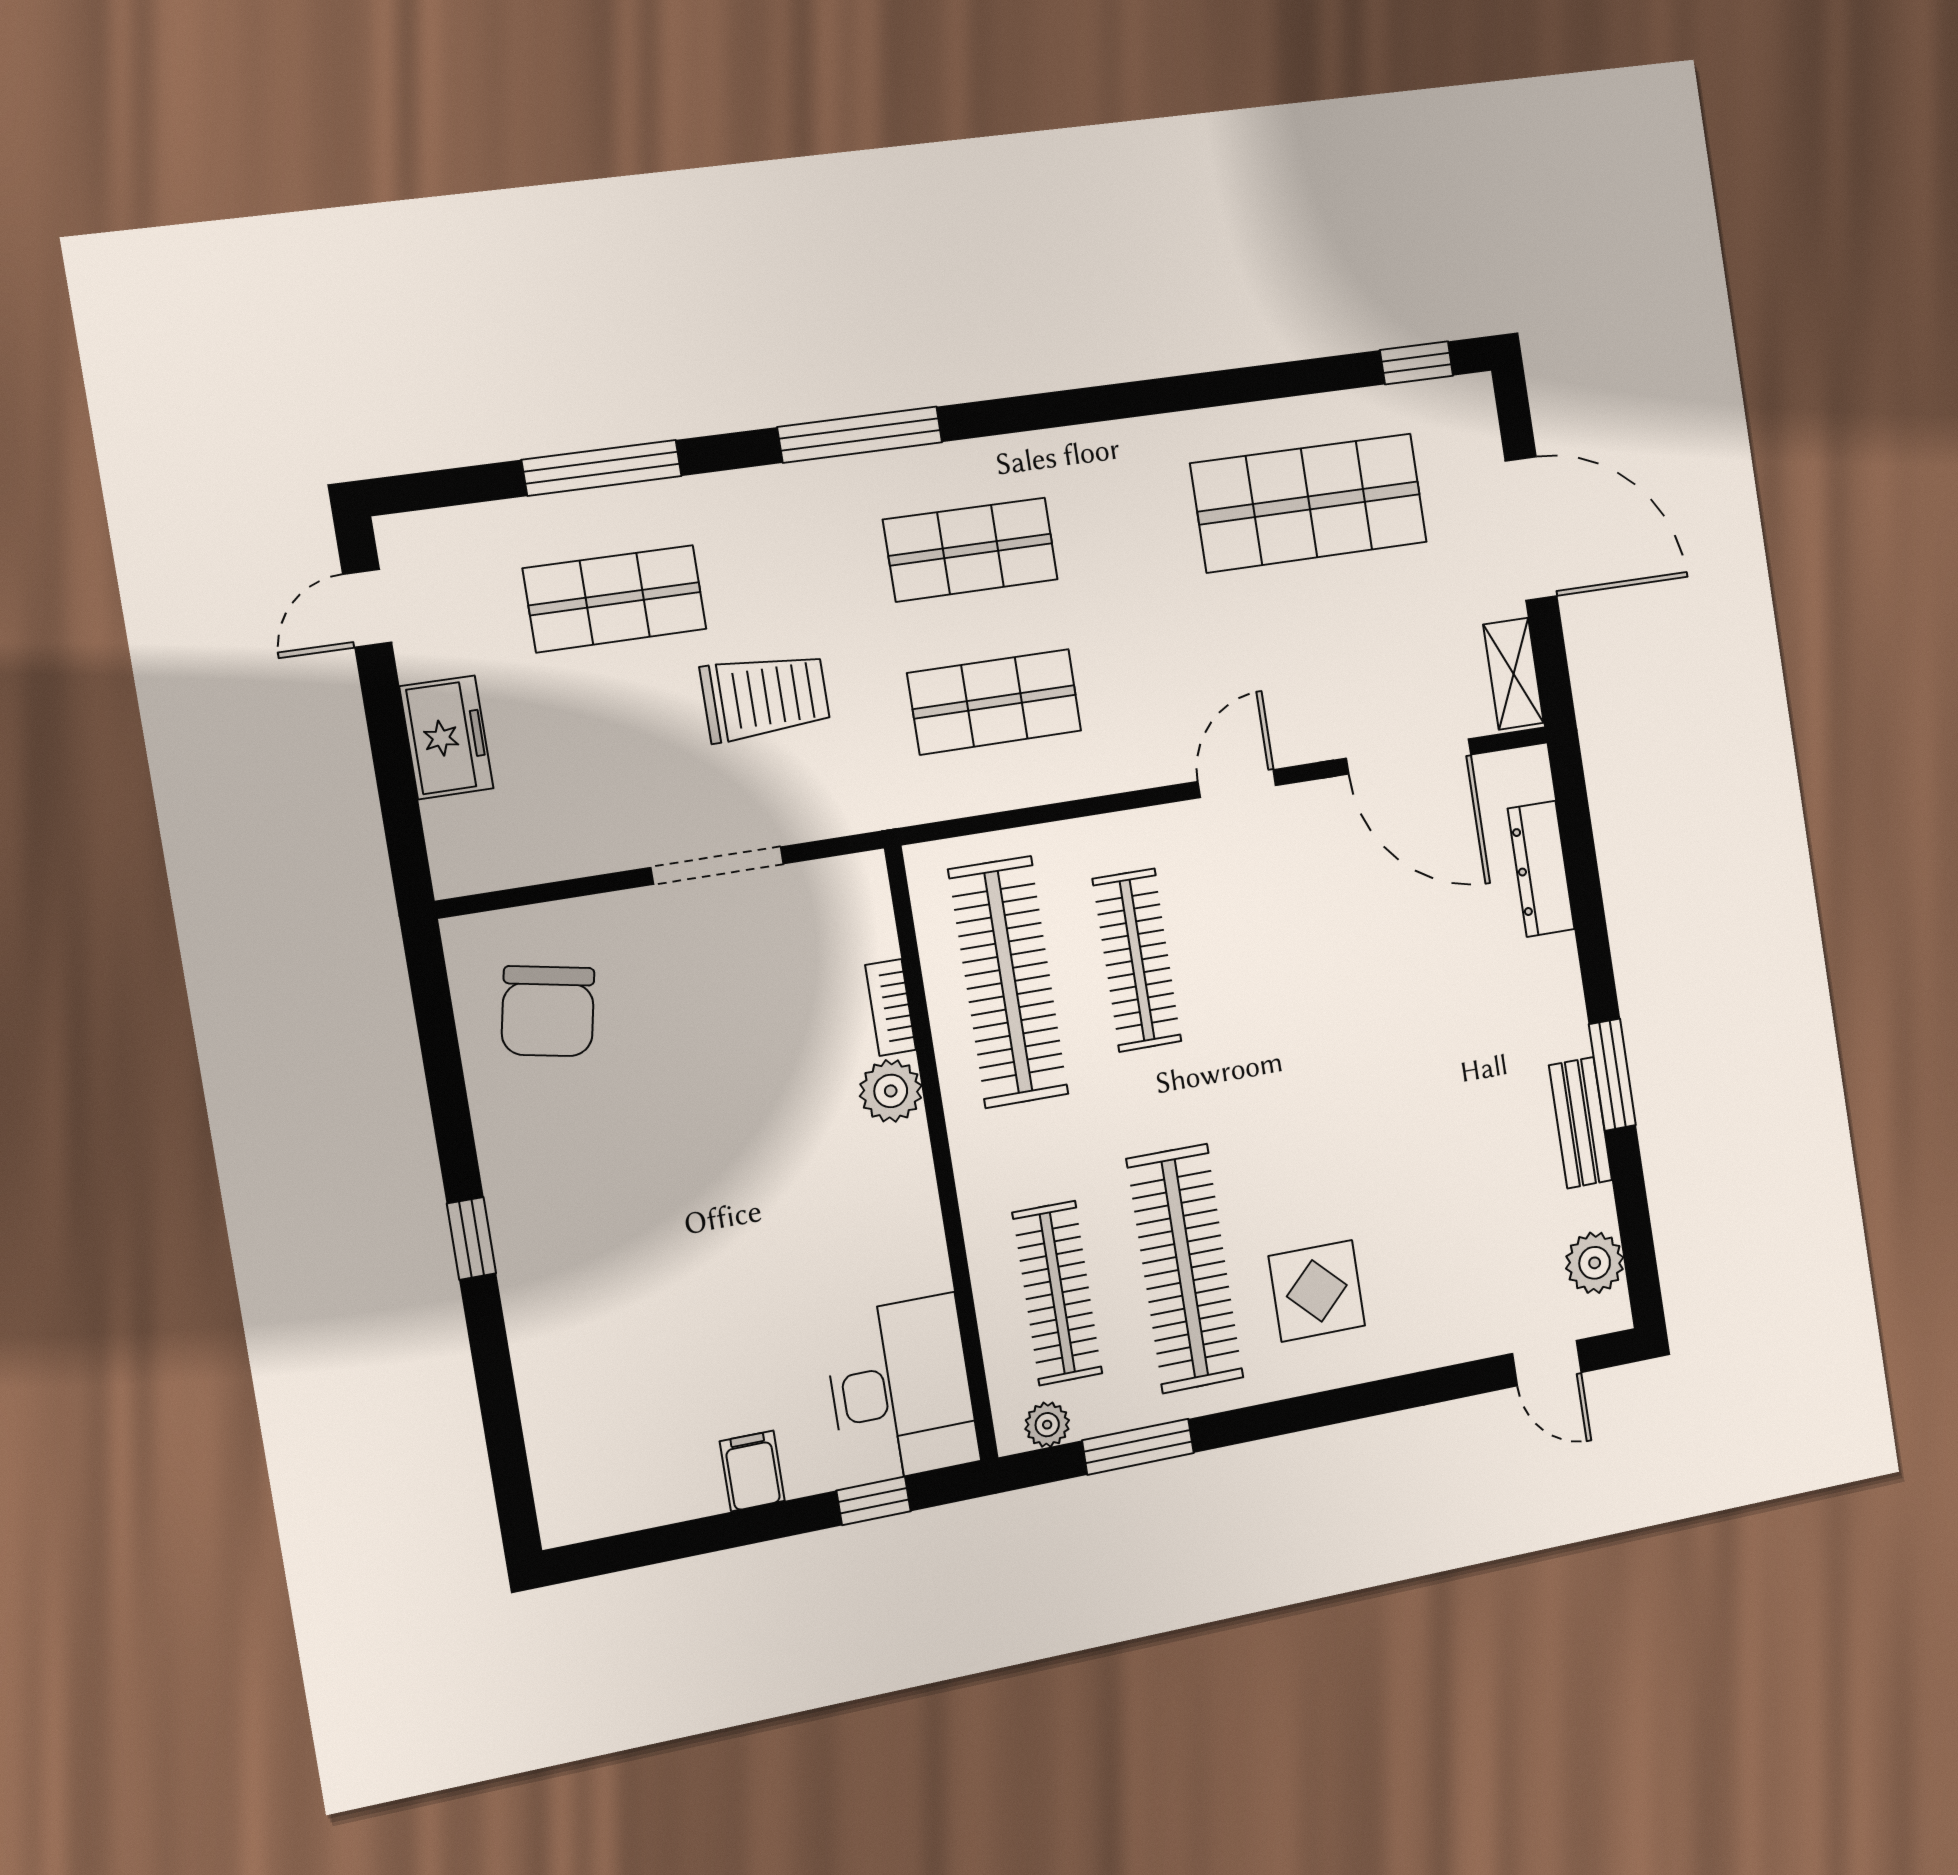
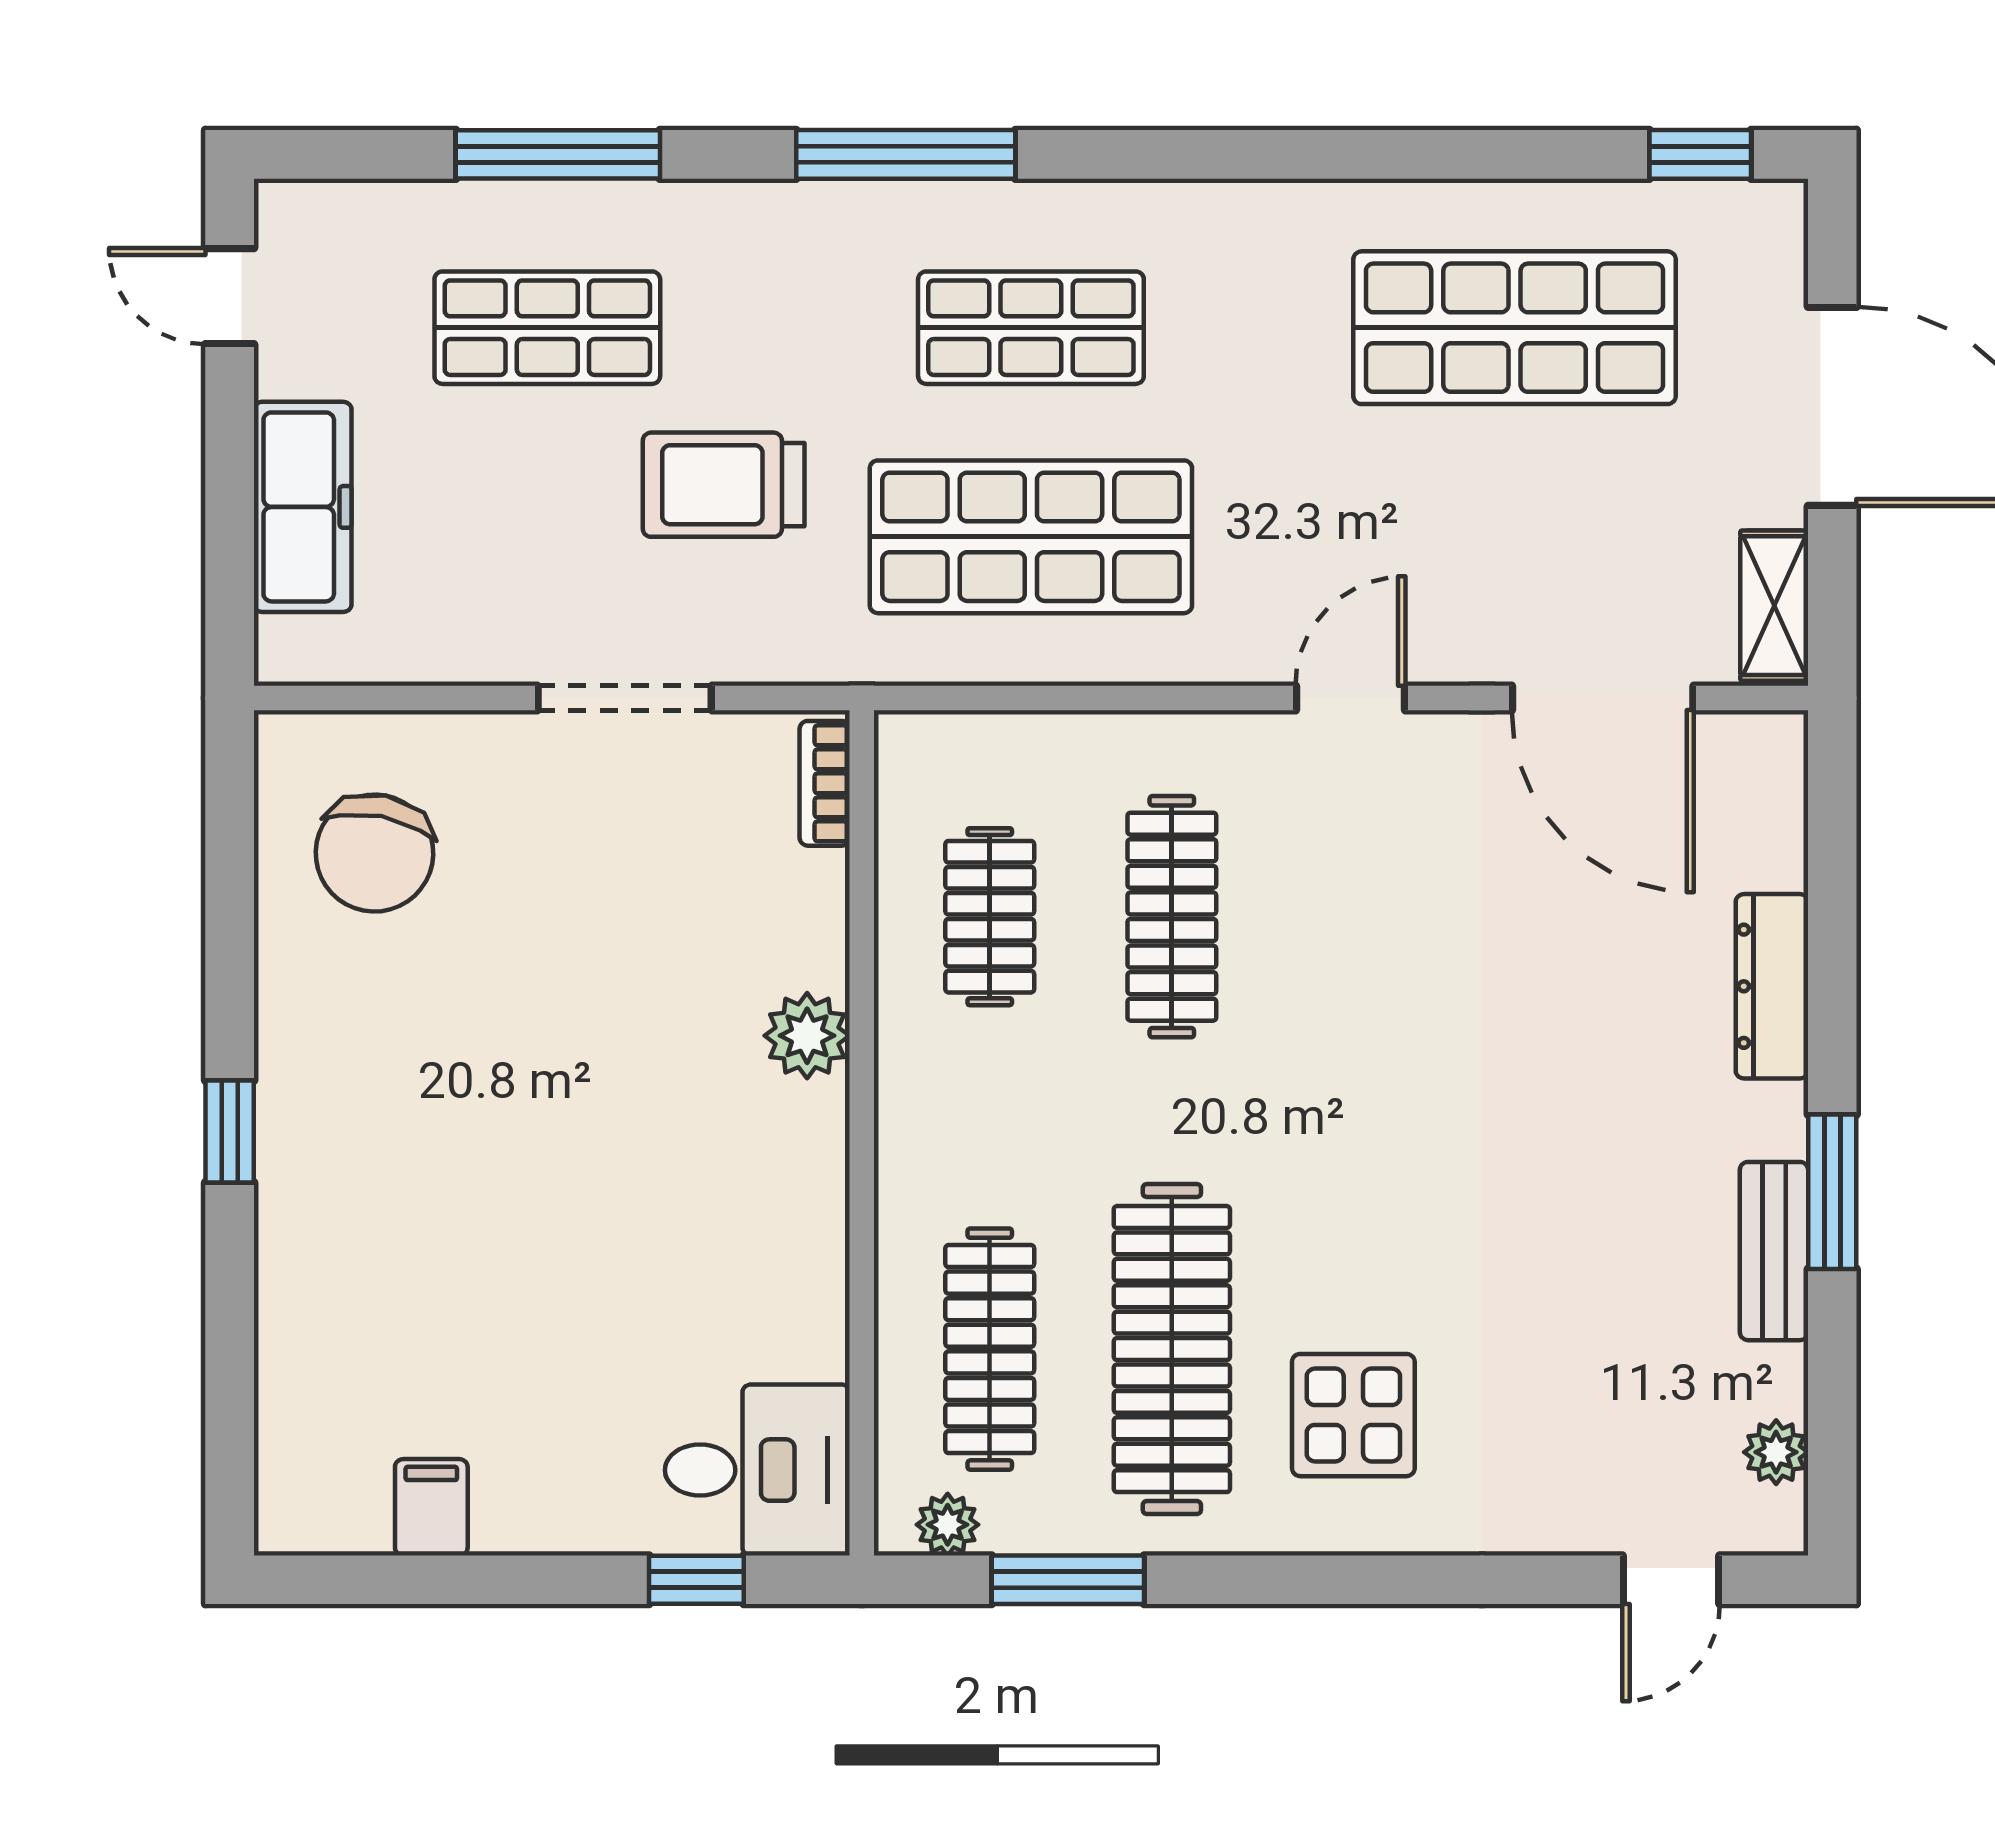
door: (367, 608) -> (230, 296), hinge flipped
trolley: (765, 697) -> (724, 485), turned 180
shop shelf: (994, 702) -> (1031, 537), width x1.43, depth x1.36
freezer: (446, 737) -> (303, 507), width x1.40
dresser: (1541, 869) -> (1772, 986), moved
clothes rail: (1008, 982) -> (990, 917), width x0.54, depth x0.76
bookcase: (891, 1007) -> (825, 783), moved
plant: (1595, 1263) -> (1776, 1452), width x0.73, depth x0.73
door: (1547, 1363) -> (1671, 1580), hinge flipped
desk: (901, 1389) -> (757, 1470), width x0.73
filing cabinet: (752, 1471) -> (431, 1507), moved

